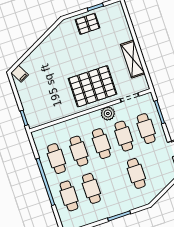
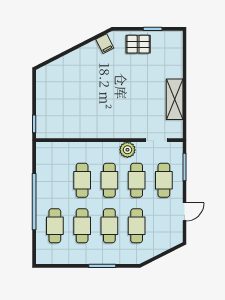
filing cabinet: (20, 74) -> (105, 44), moved
pallet: (92, 86) -> (121, 114), removed
cafe table: (56, 159) -> (109, 226), moved

